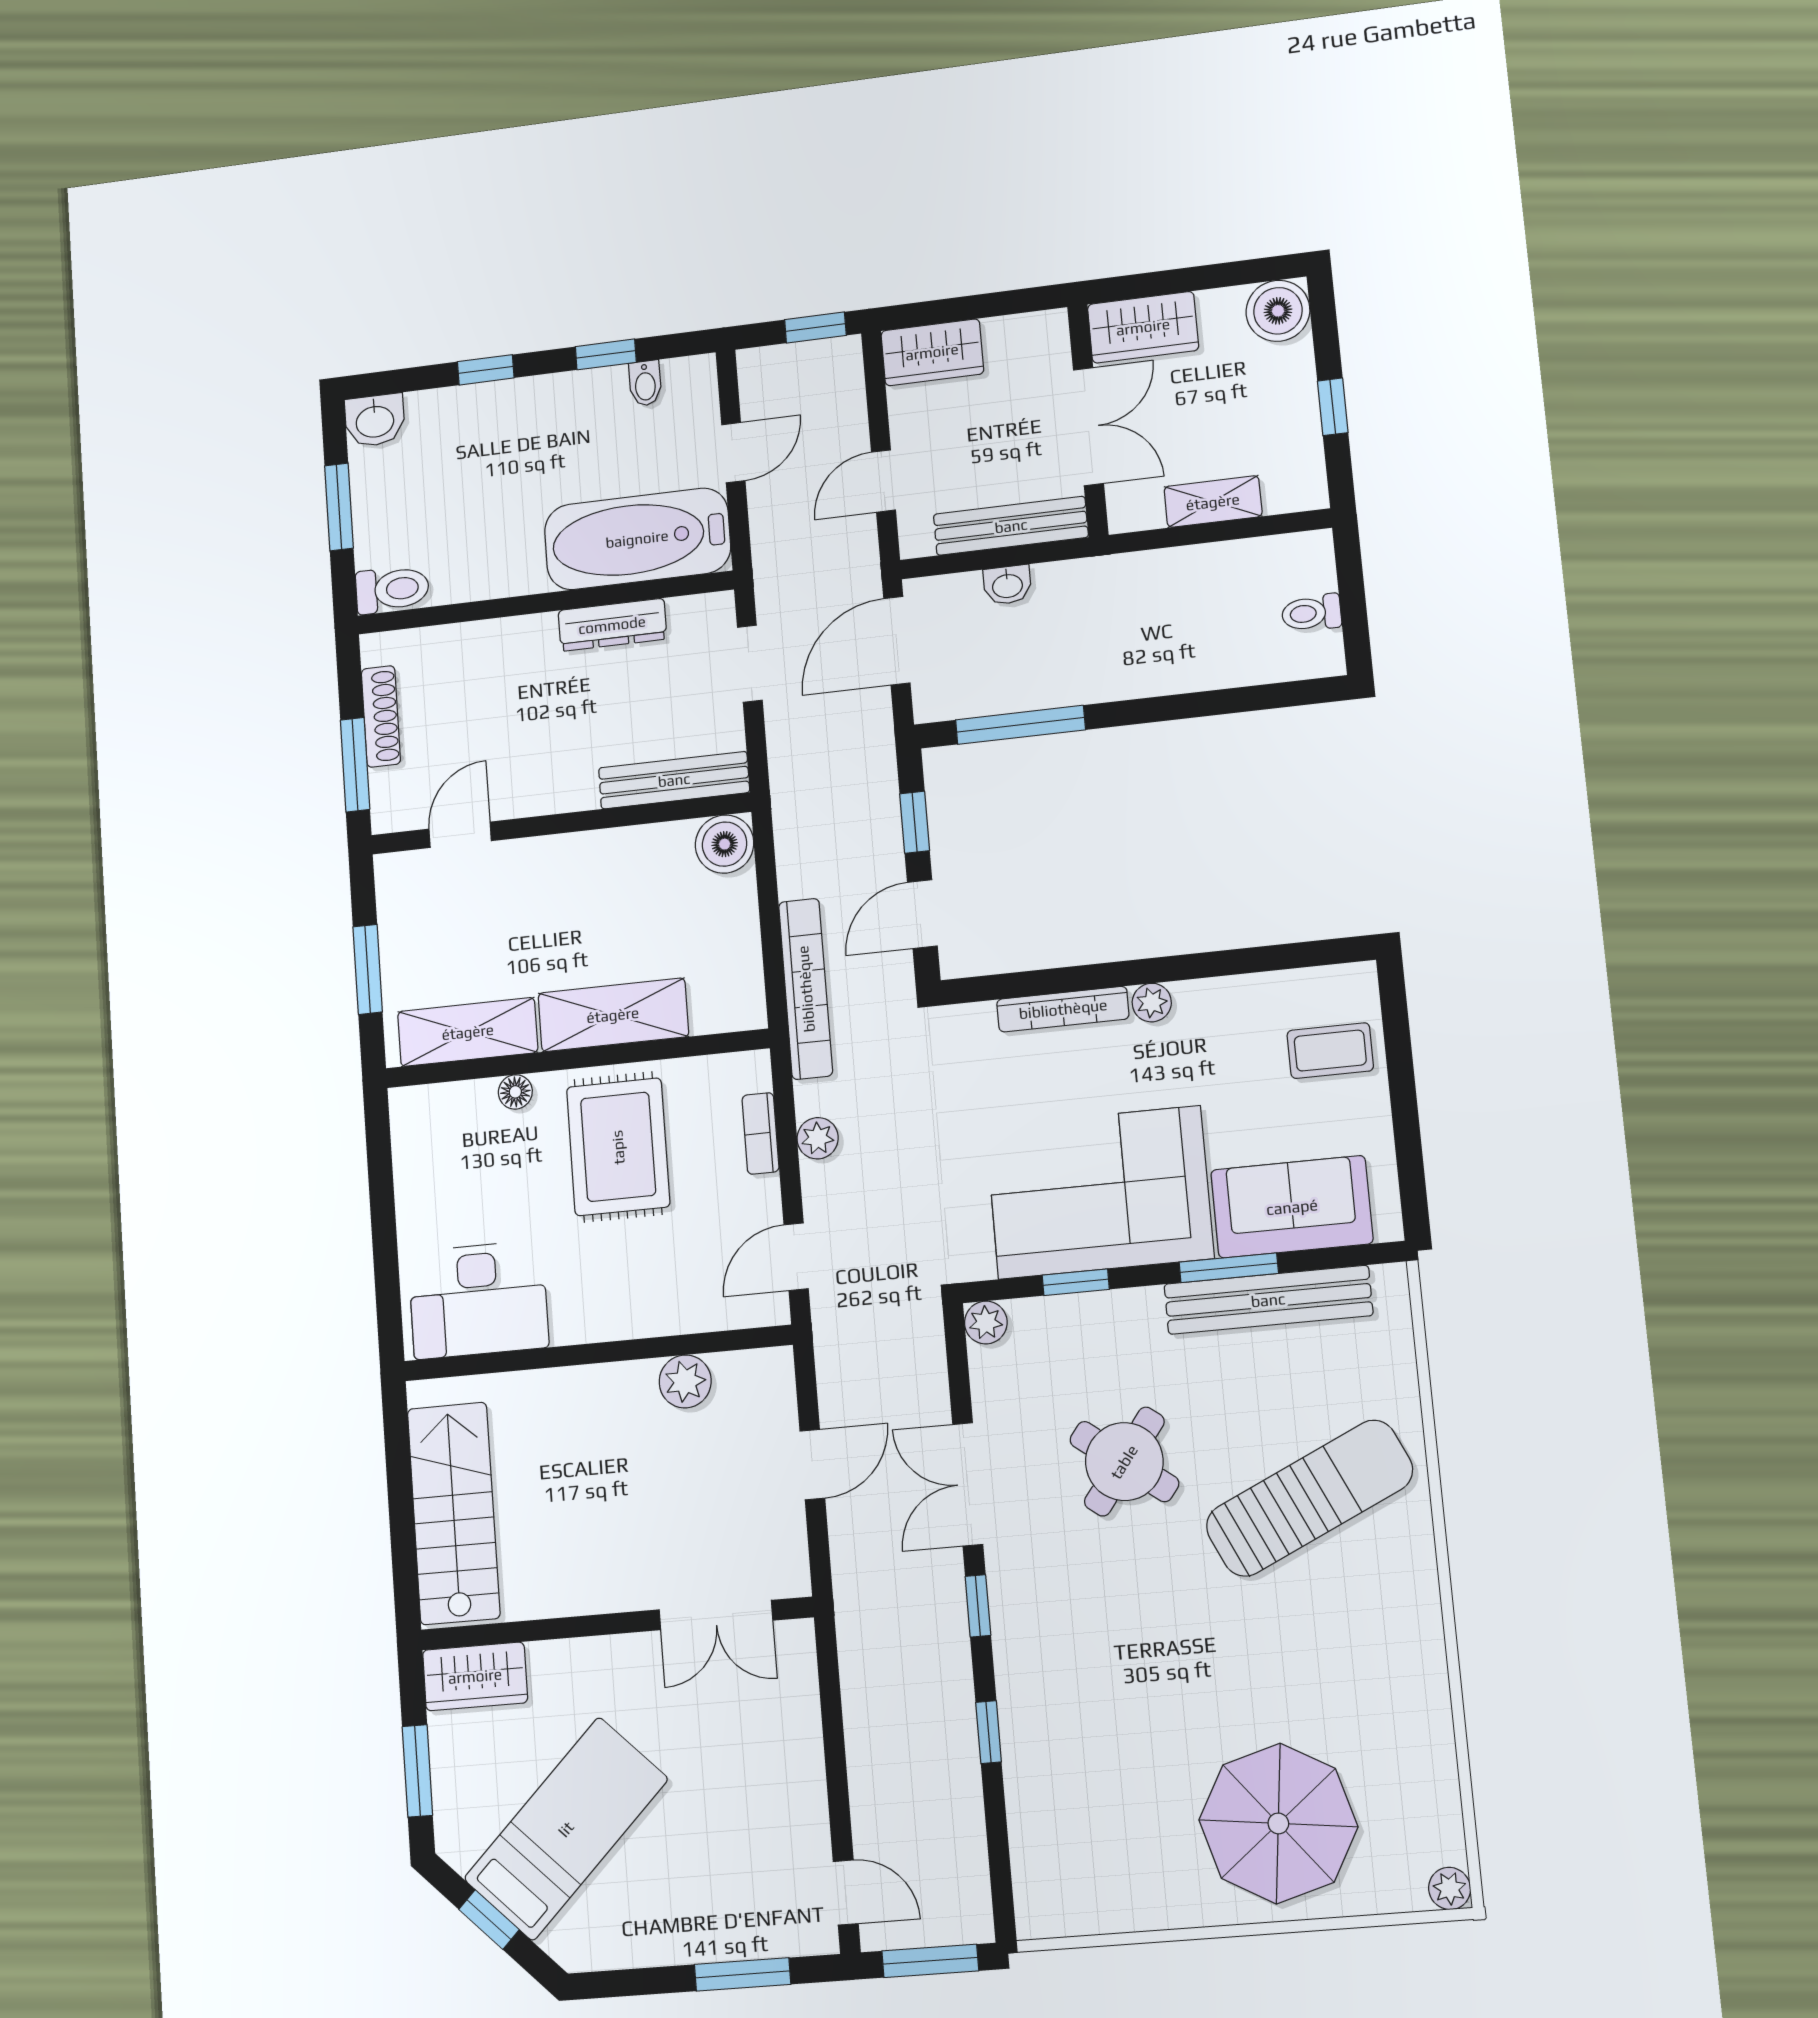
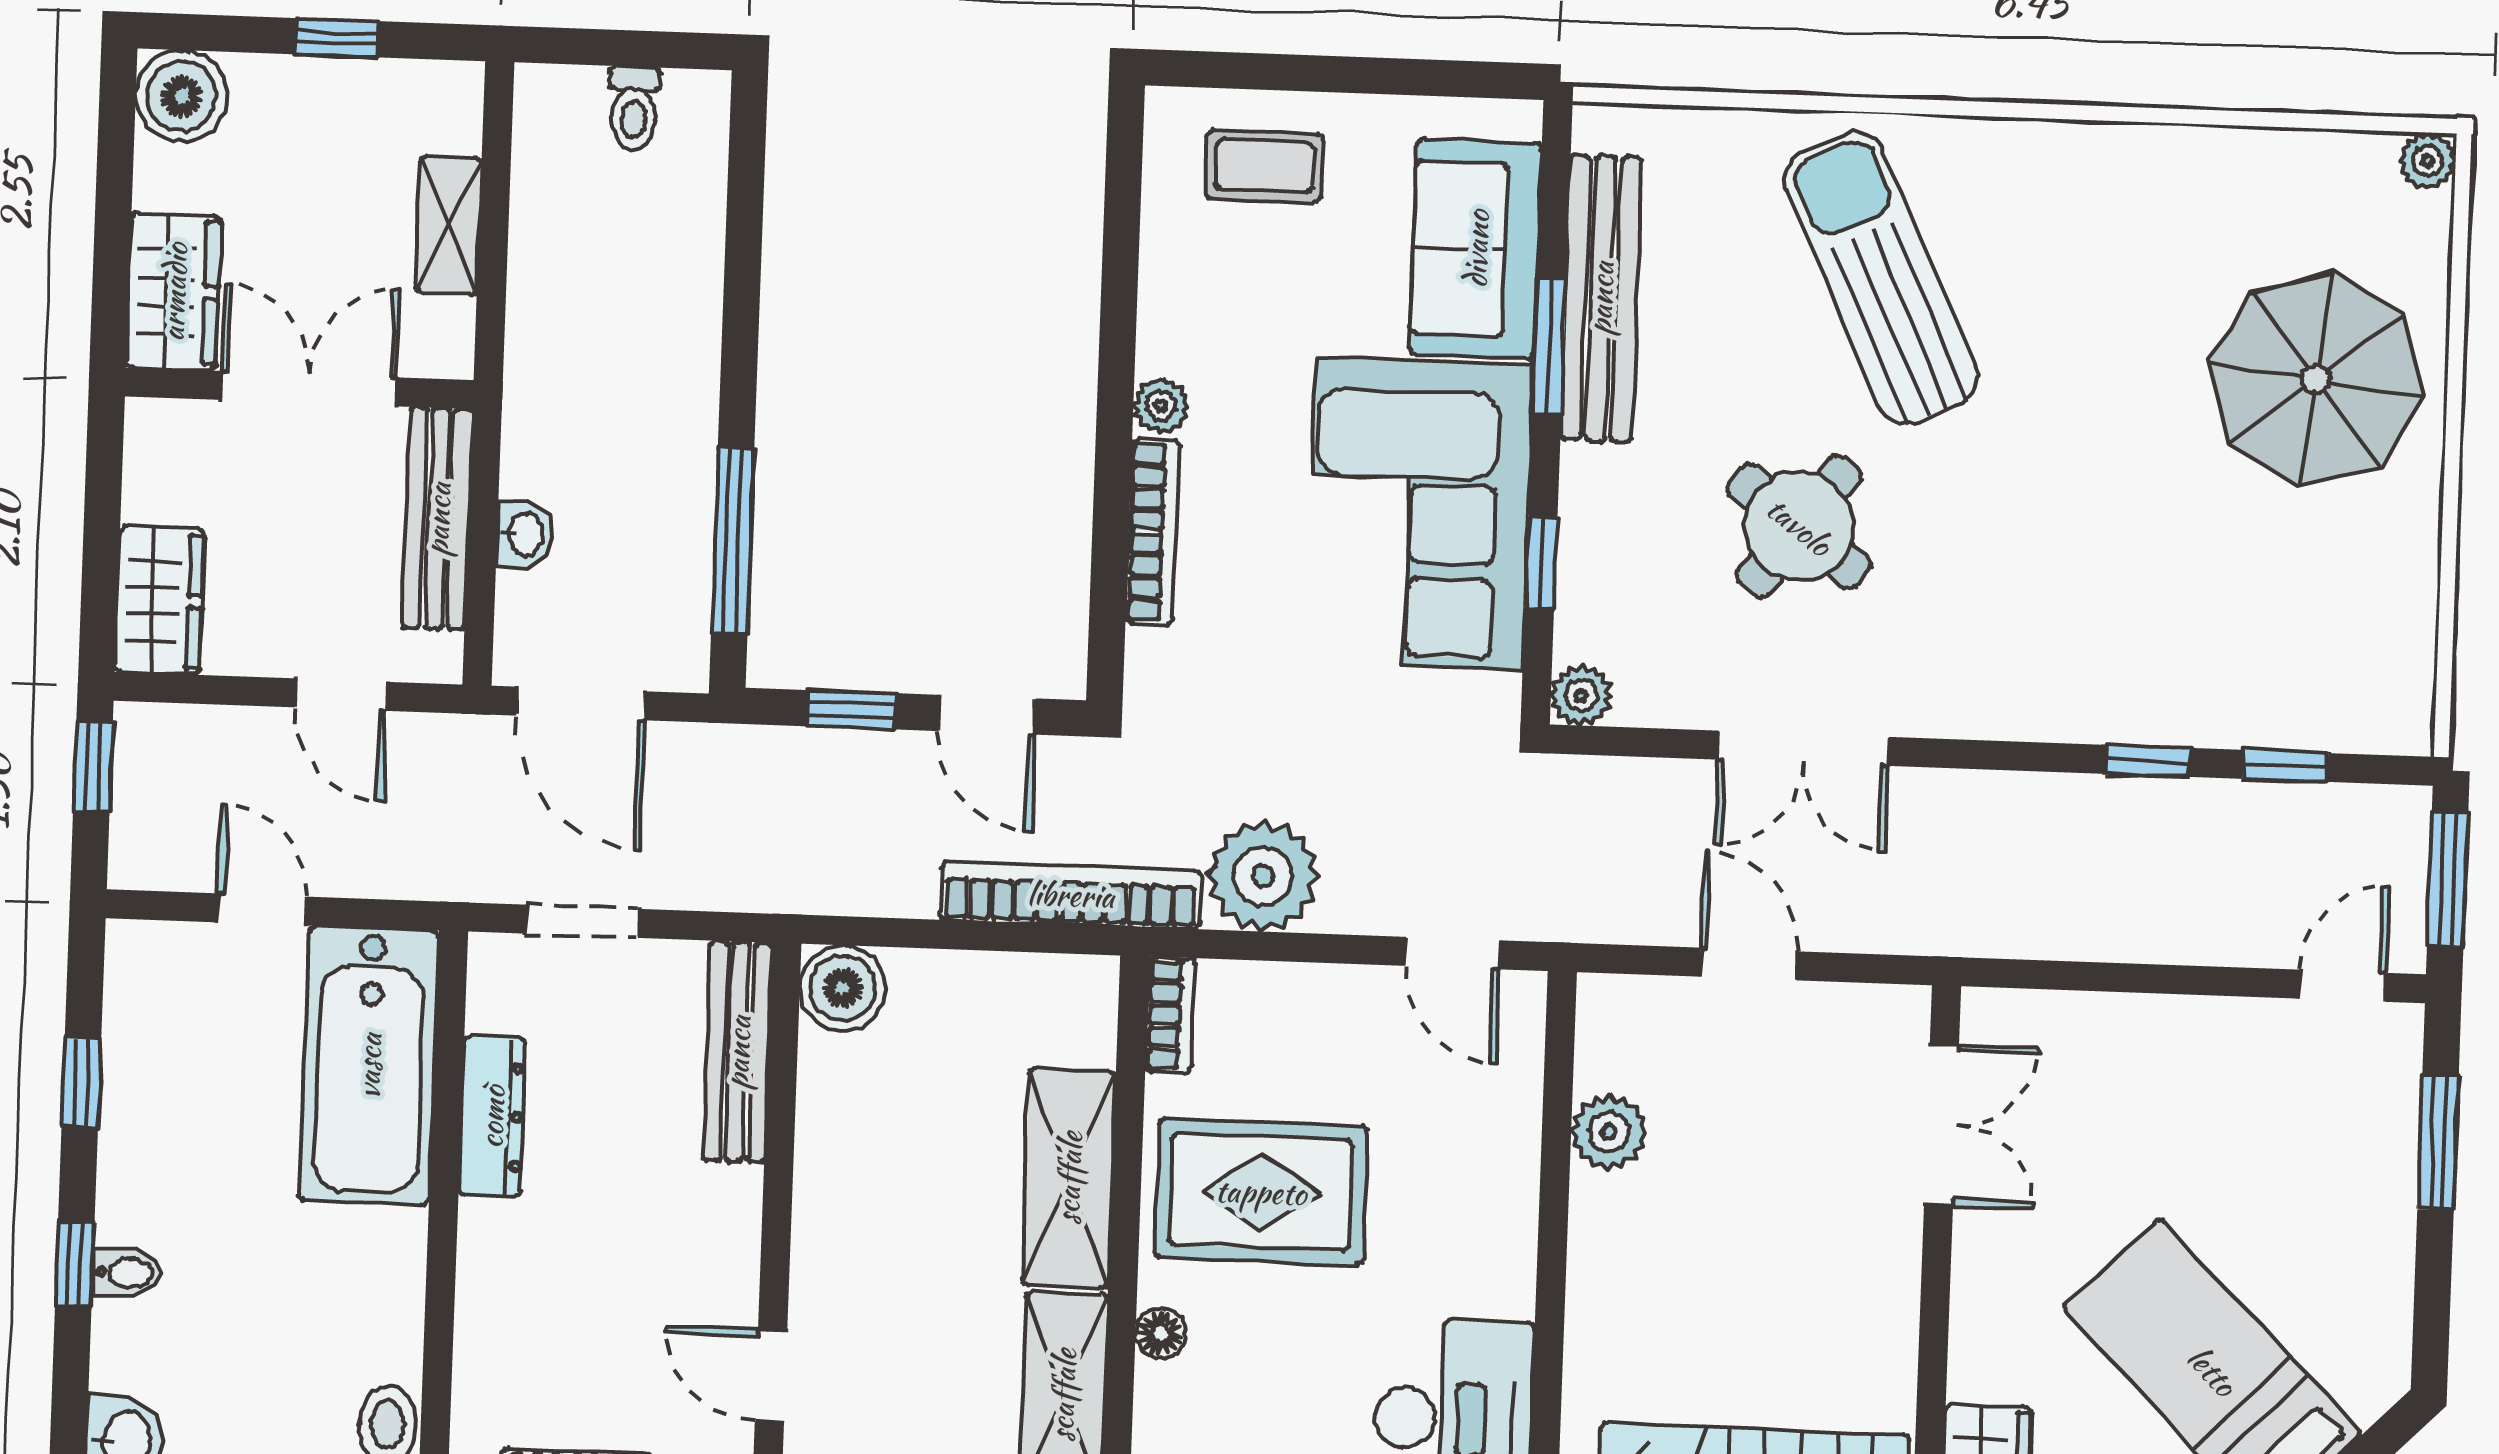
bidet: (645, 383) -> (126, 1273), moved
coffee table: (1330, 1051) -> (1264, 166), turned 90
bookcase: (761, 1133) -> (1170, 1015), moved, turned -90
plant: (818, 1138) -> (1263, 876), width x1.88, depth x1.88
window: (978, 1606) -> (2285, 766), moved

